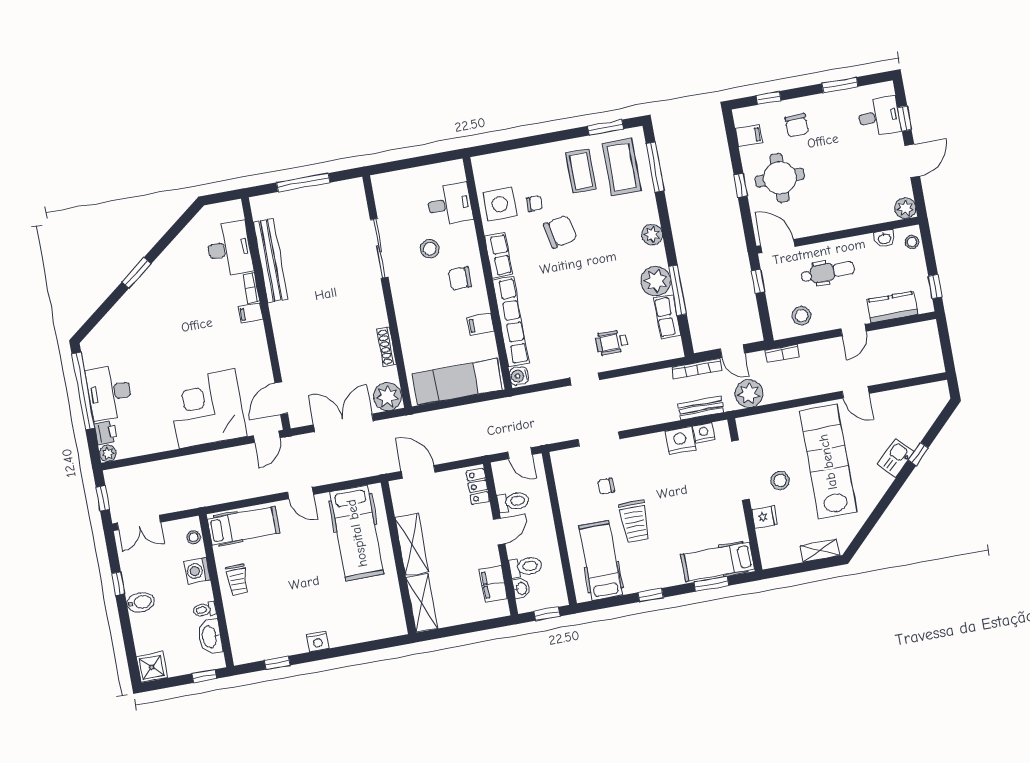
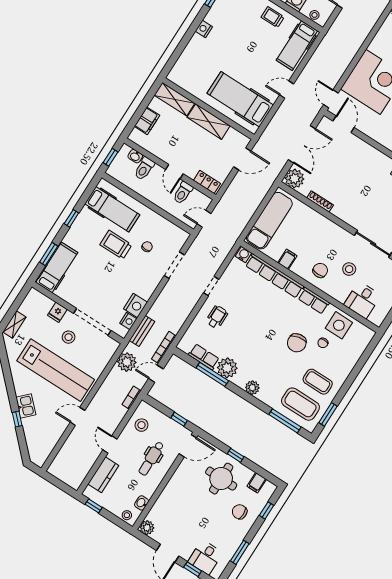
filing cabinet: (493, 584) -> (147, 121), moved, turned 90

